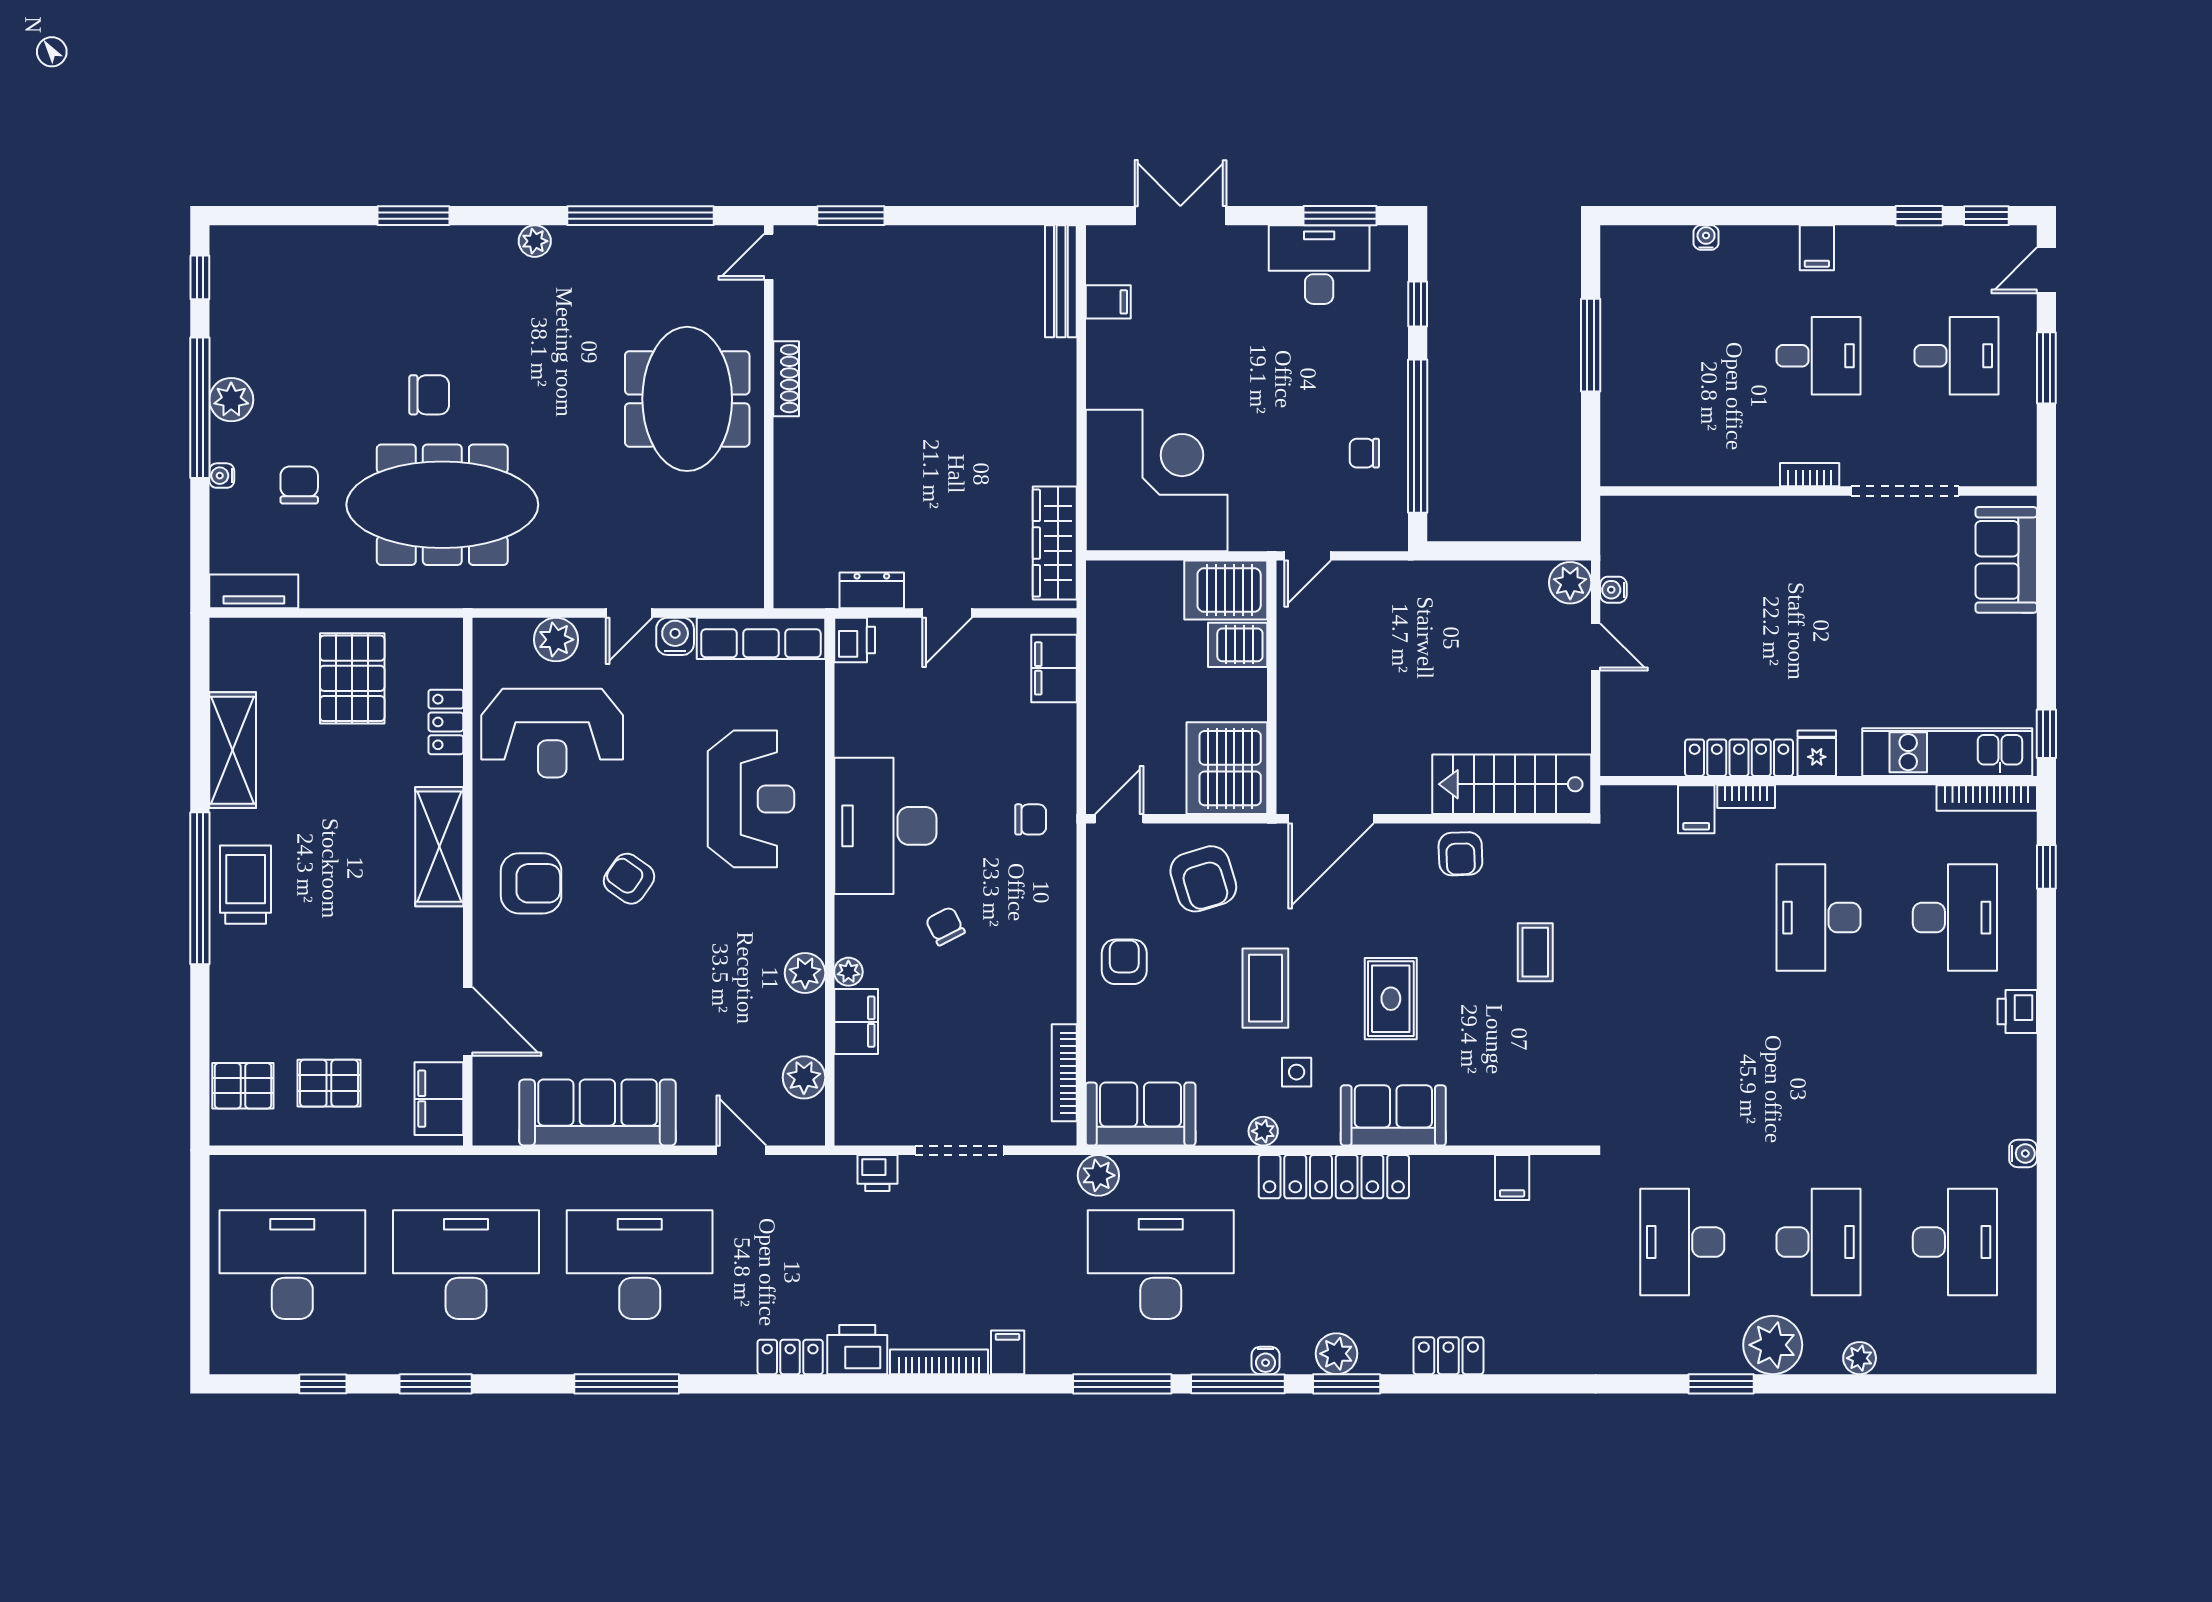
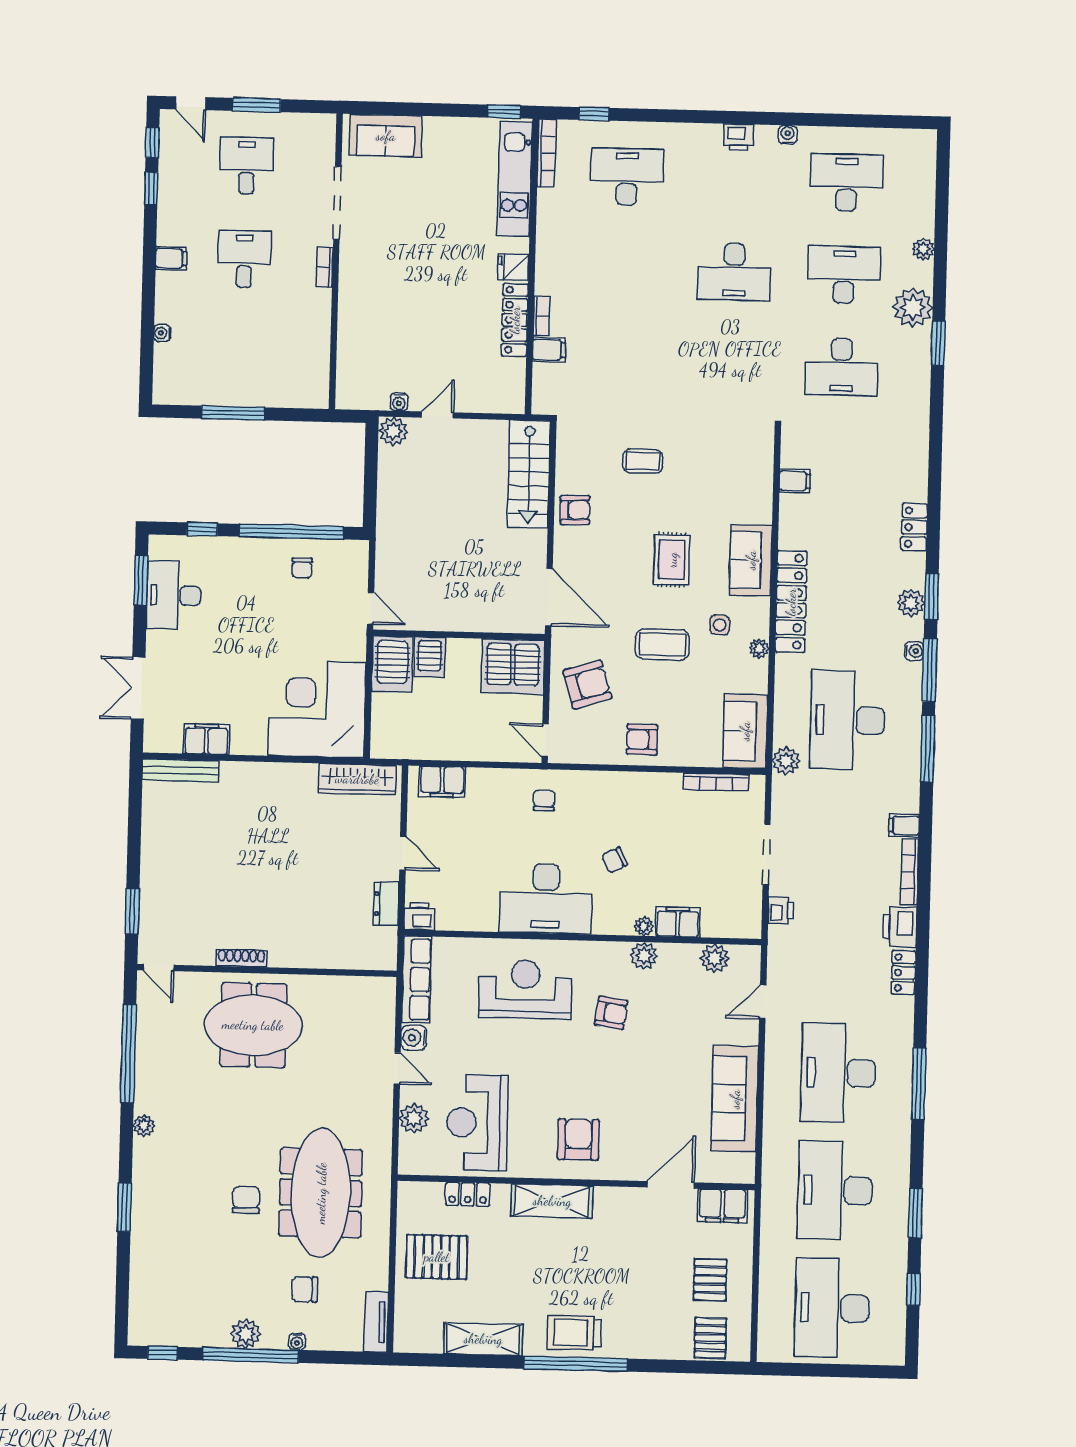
filing cabinet: (1108, 302) -> (207, 739), width x2.00
reception desk: (552, 733) -> (477, 1123), turned 180
armchair: (629, 879) -> (611, 1013), moved, turned -117
desk: (1819, 918) -> (734, 272), moved
rug: (1391, 999) -> (672, 560), turned 90
printer: (2017, 1011) -> (739, 137), moved

